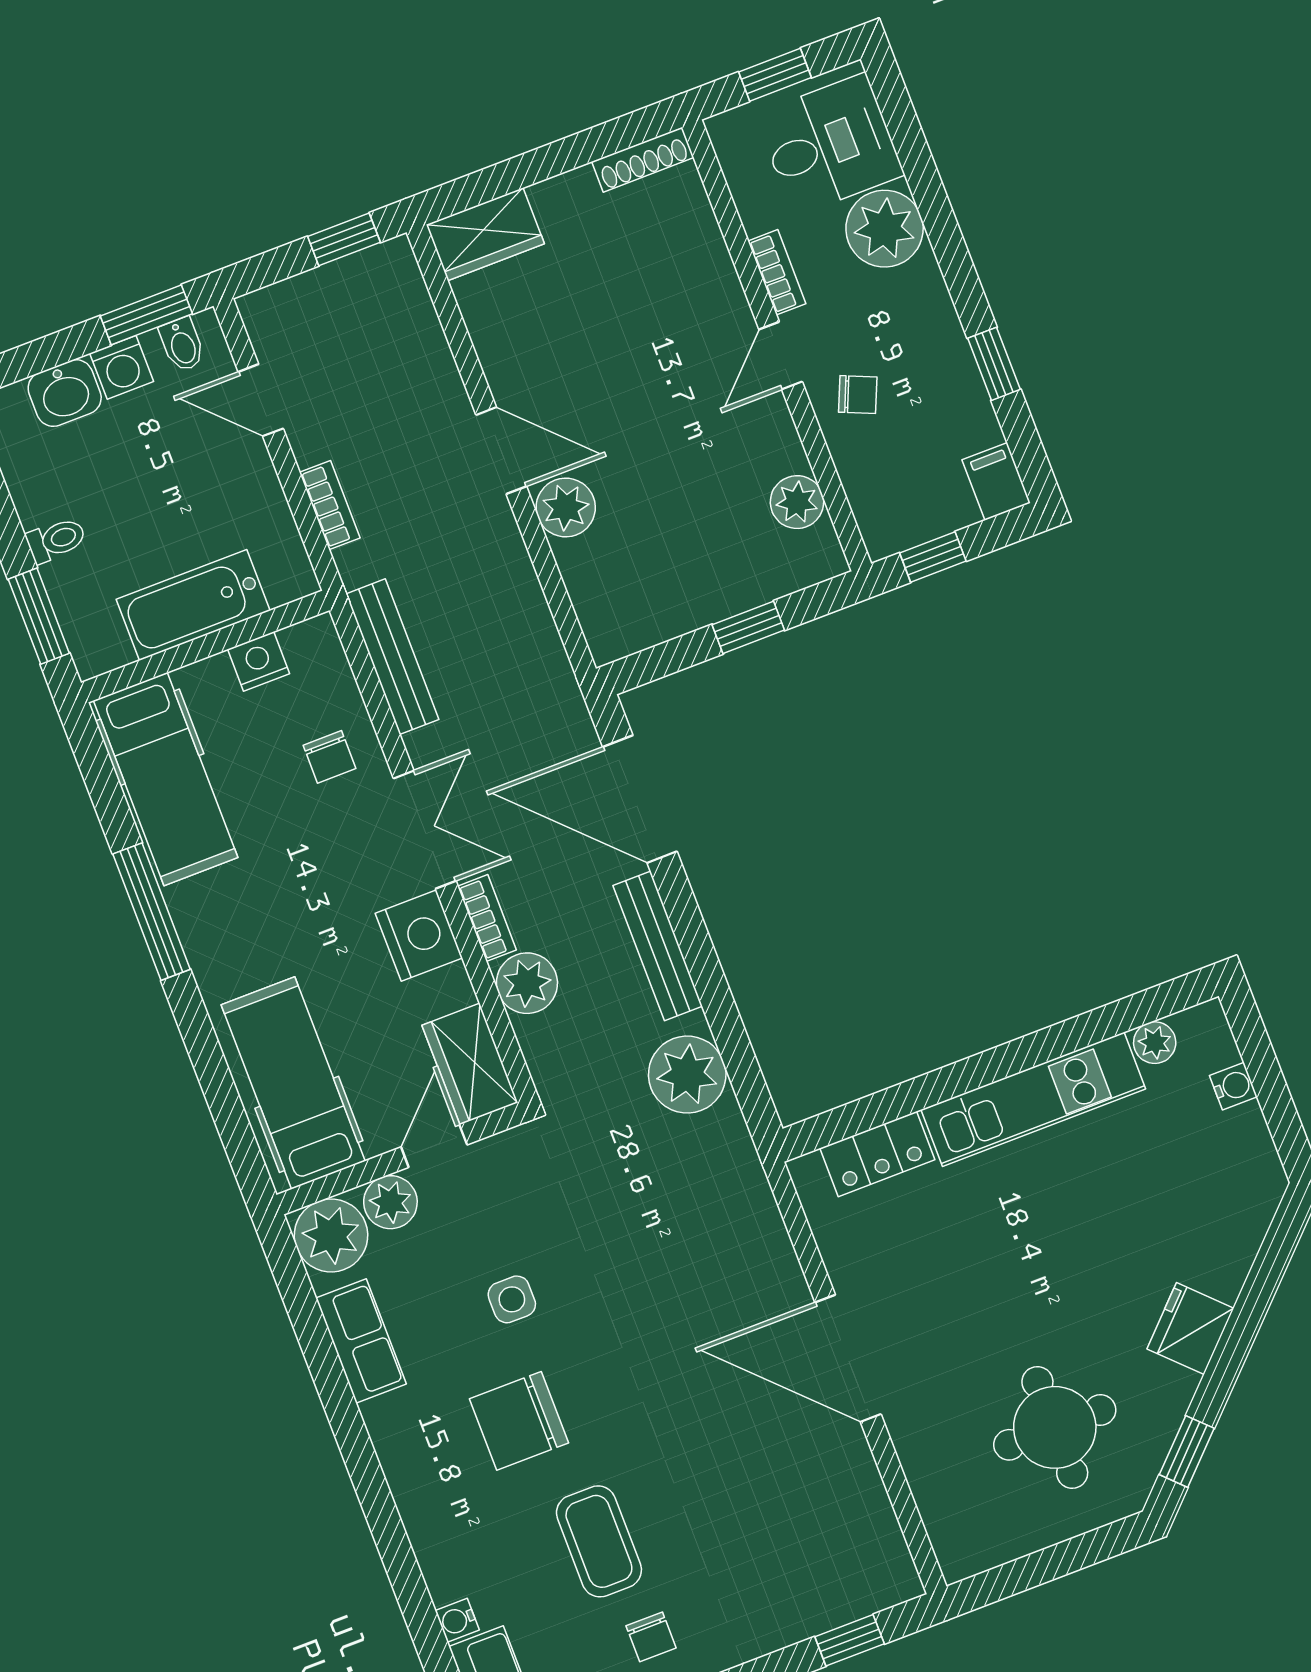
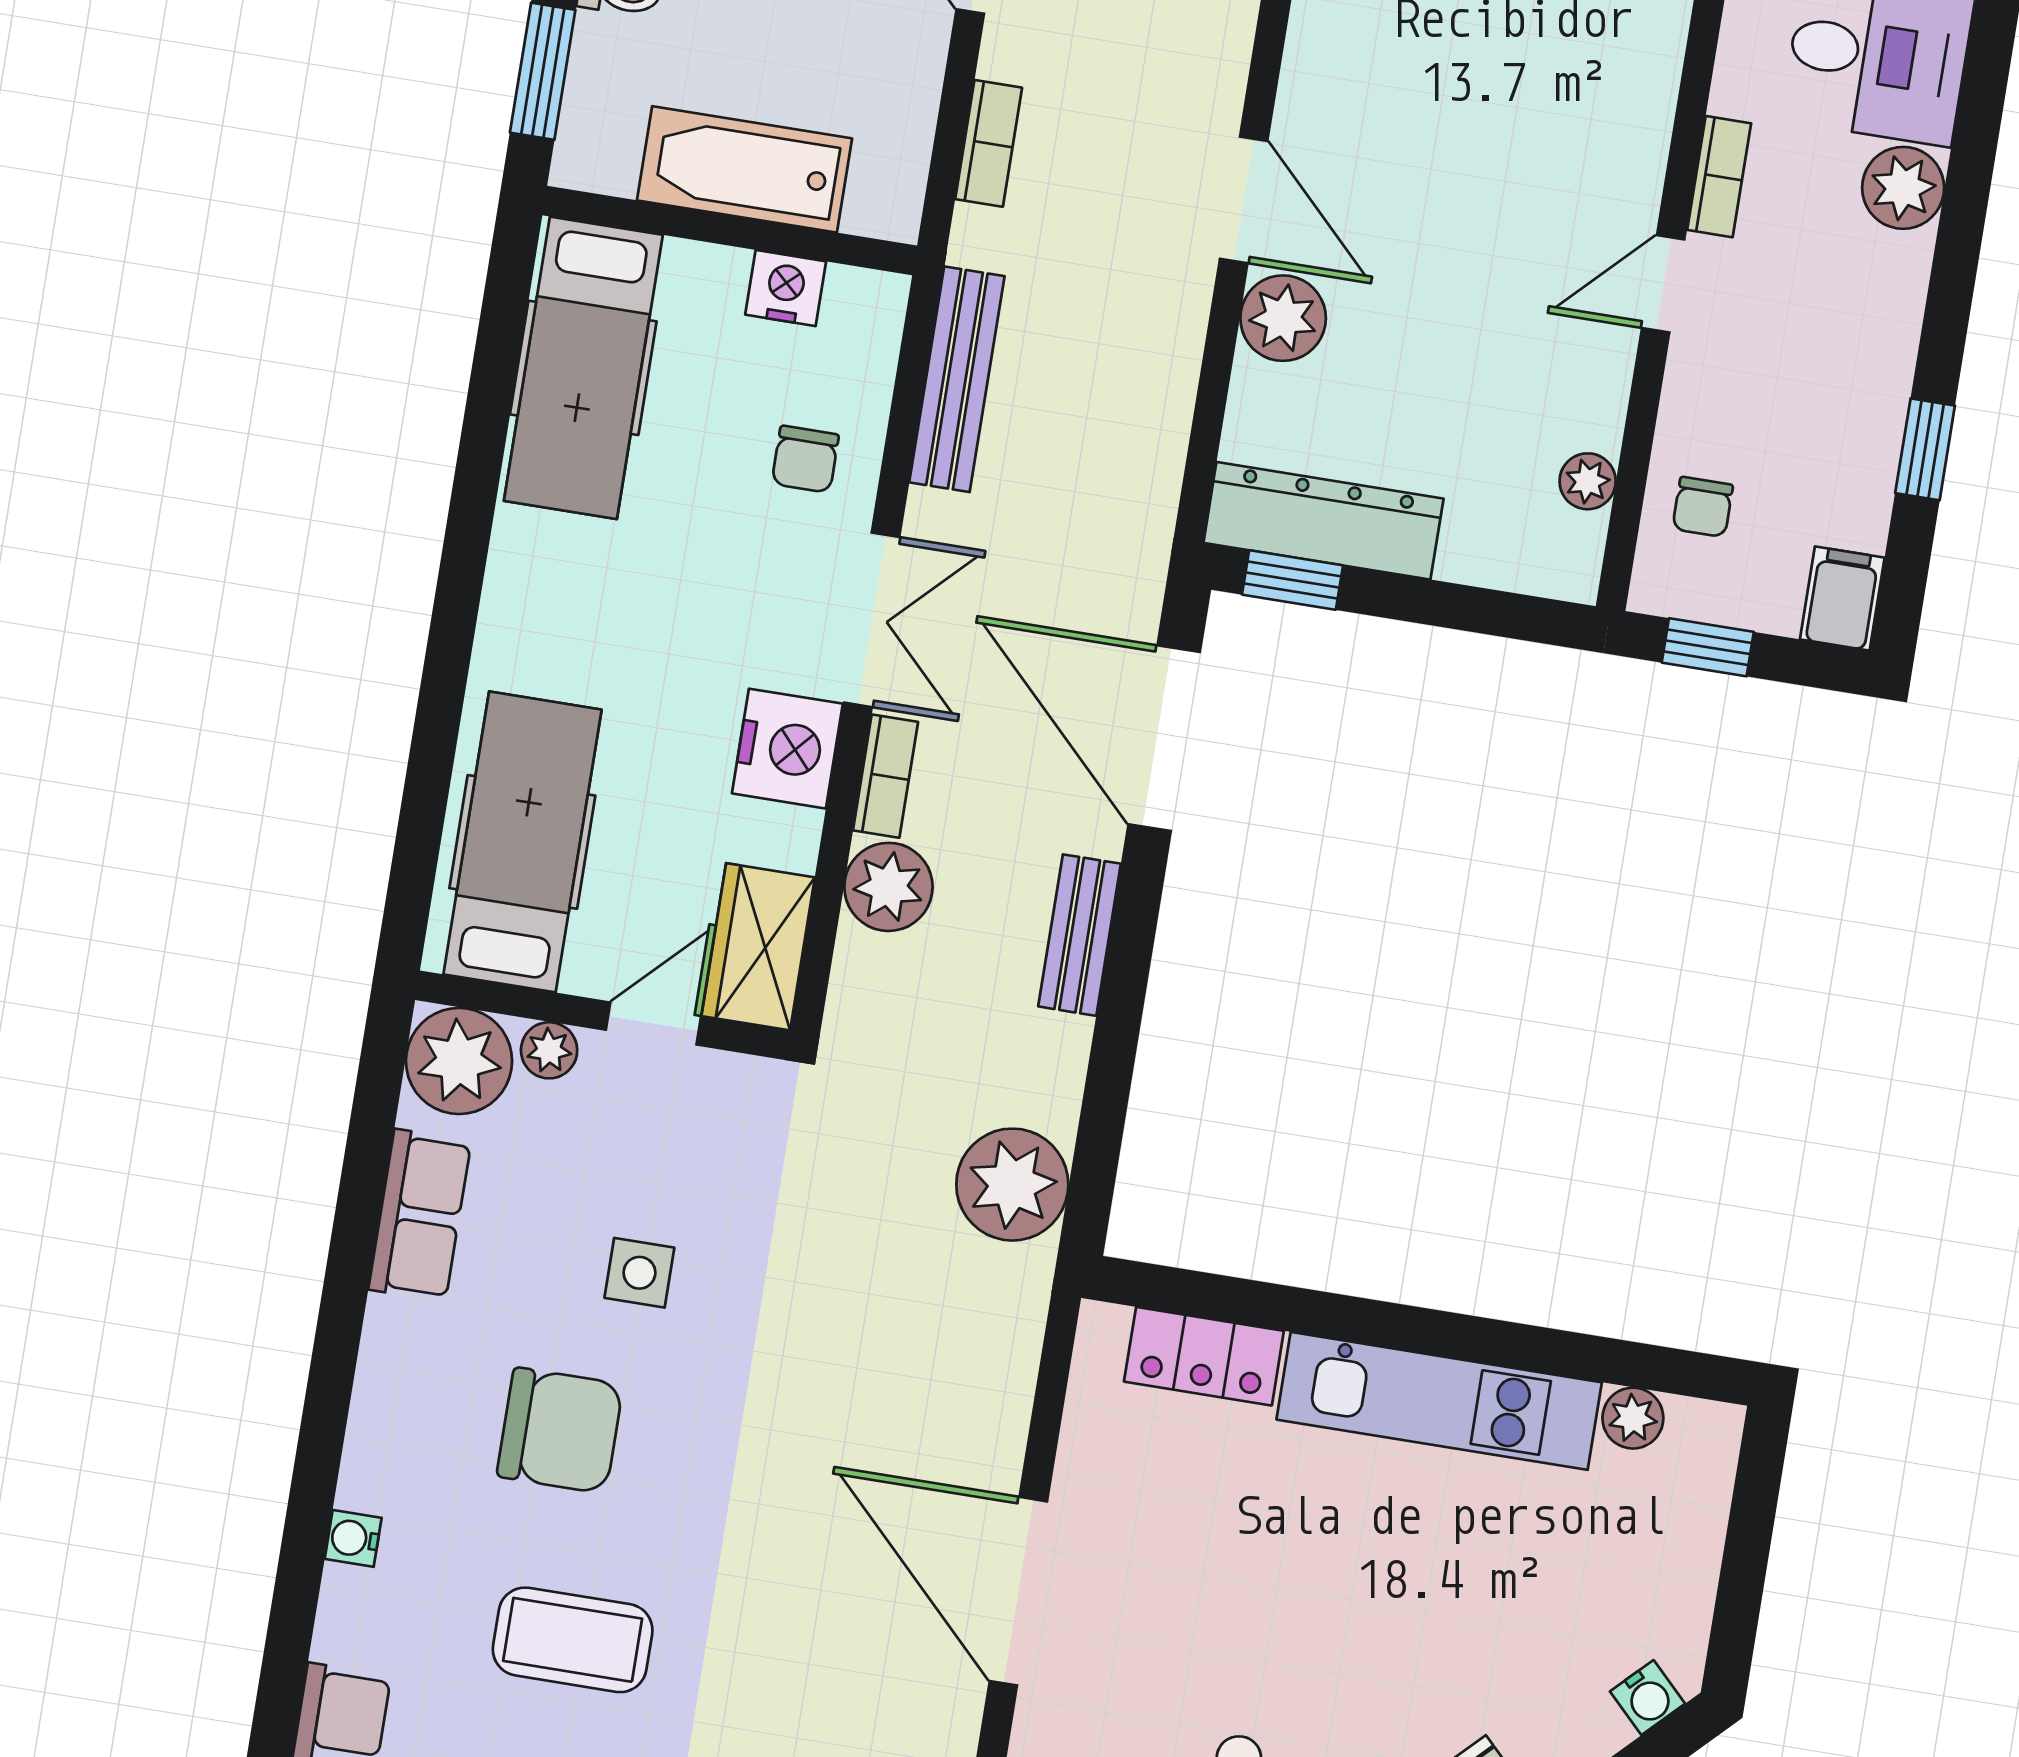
plant: (885, 229) -> (1903, 188), width x0.73, depth x0.73
chair: (858, 395) -> (1703, 507), moved, turned 67
plant: (797, 502) -> (1588, 481), width x0.73, depth x0.73
dresser: (660, 614) -> (1323, 521), added
window: (748, 627) -> (1292, 580), moved
window: (152, 912) -> (469, 524), removed
bench: (658, 946) -> (1080, 935), width x0.73
plant: (687, 1075) -> (1012, 1185), moved
water cooler: (1233, 1086) -> (1647, 1698), moved, turned 45
plant: (390, 1202) -> (549, 1050), width x0.73, depth x0.73
chair: (519, 1421) -> (560, 1430), turned 180
coffee table: (599, 1541) -> (573, 1640), turned 90
water cooler: (457, 1620) -> (353, 1538), moved

